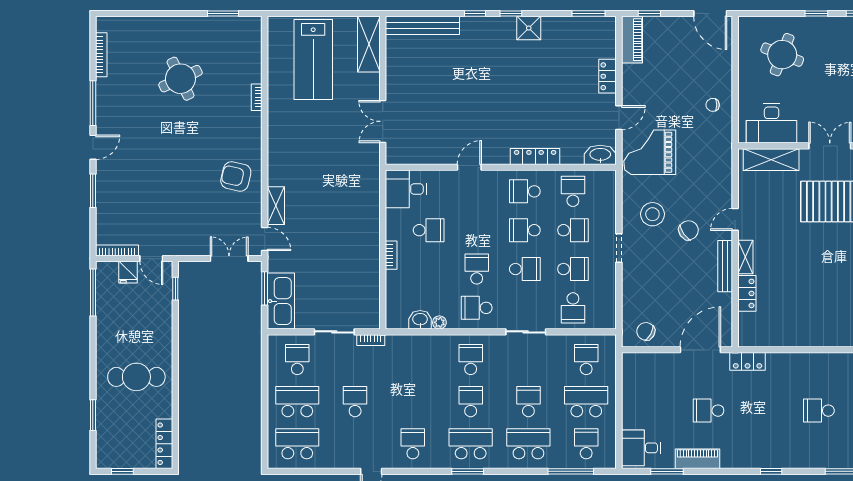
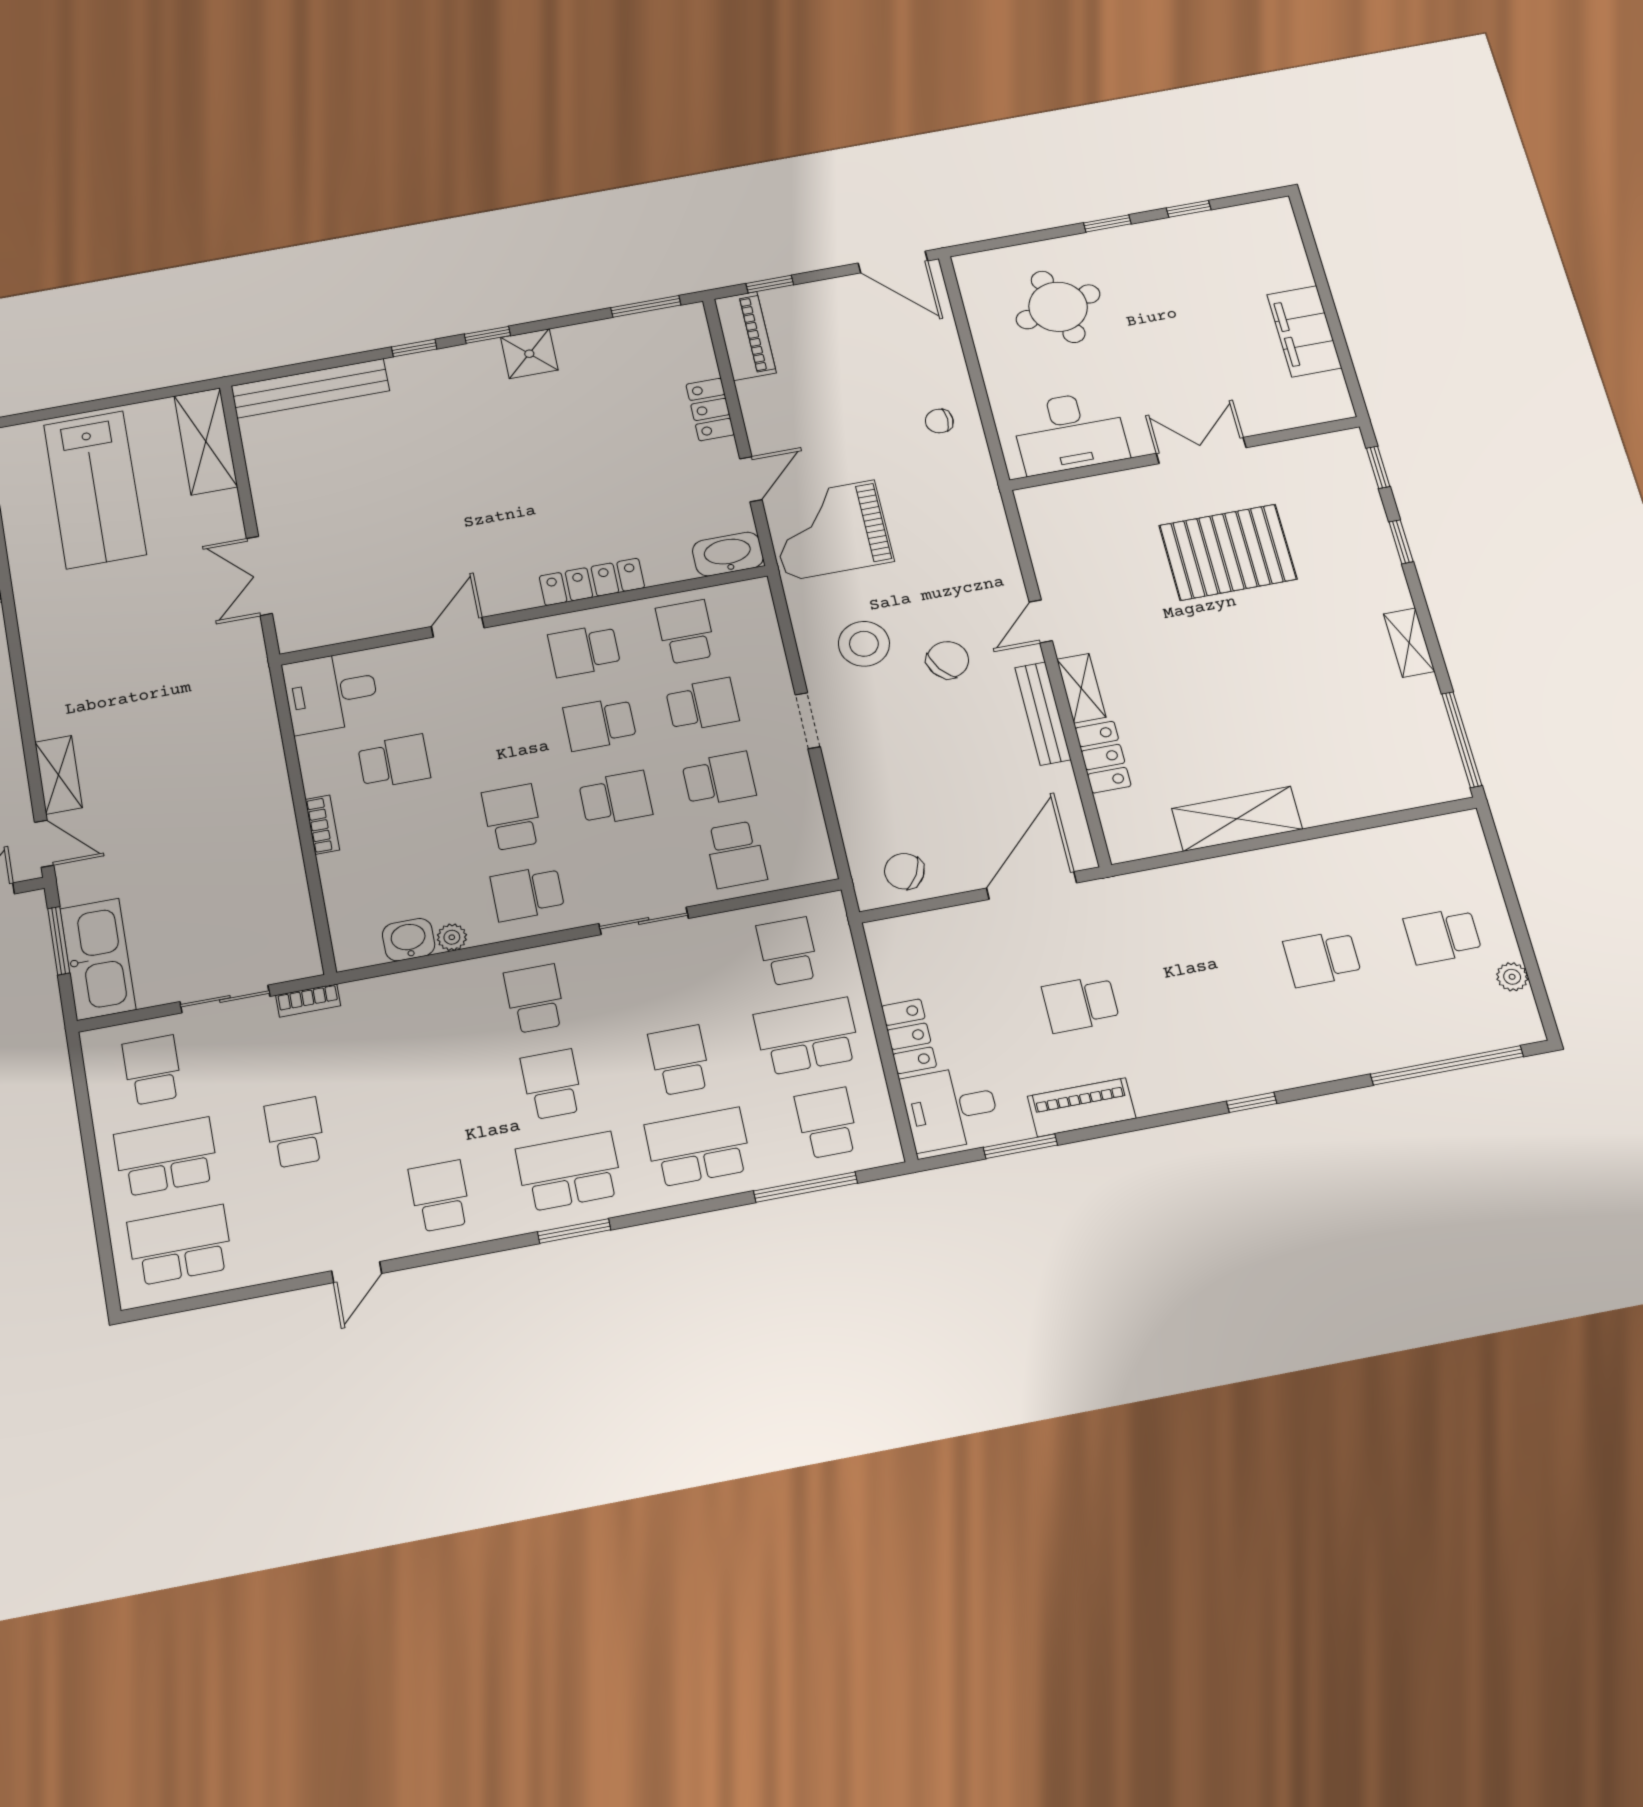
round table: (782, 55) -> (1058, 307), turned -35
shelving: (771, 160) -> (1237, 819), moved
locker: (748, 361) -> (909, 1036), moved, turned -90

